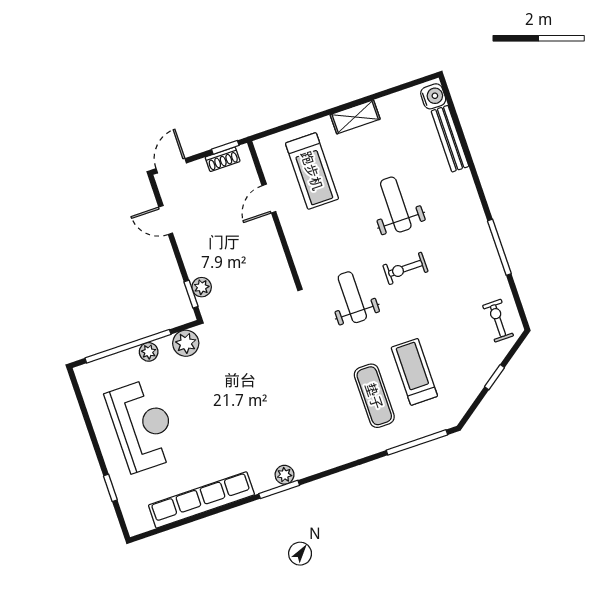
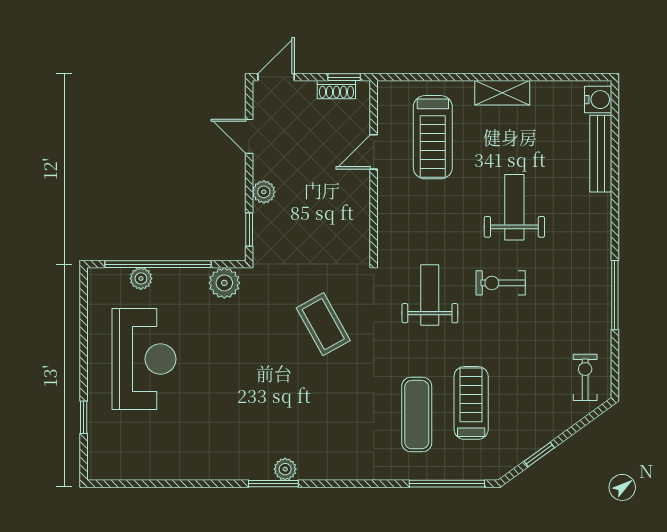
plant: (202, 287) -> (264, 192), moved
coffee table: (276, 349) -> (323, 324), added
plant: (149, 352) -> (141, 278), moved
window: (495, 377) -> (539, 455), moved
row of seats: (201, 500) -> (182, 466), removed

